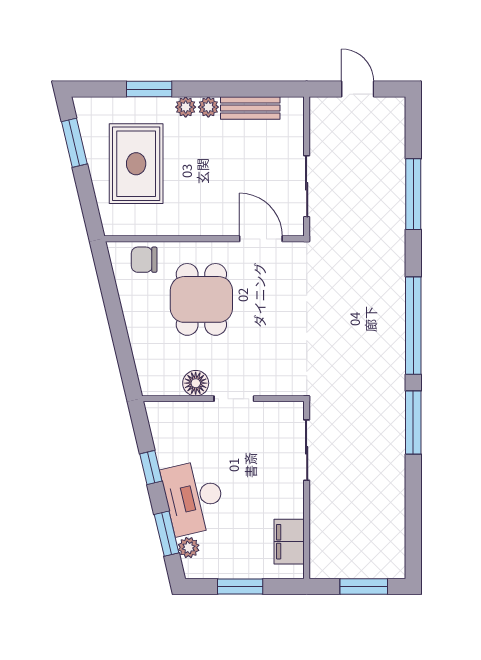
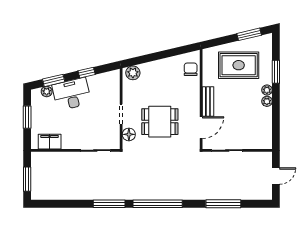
bench: (250, 108) -> (208, 101), moved
dining table: (201, 299) -> (160, 122), moved
plant: (151, 375) -> (133, 73), added
floor lamp: (196, 383) -> (129, 134), moved

